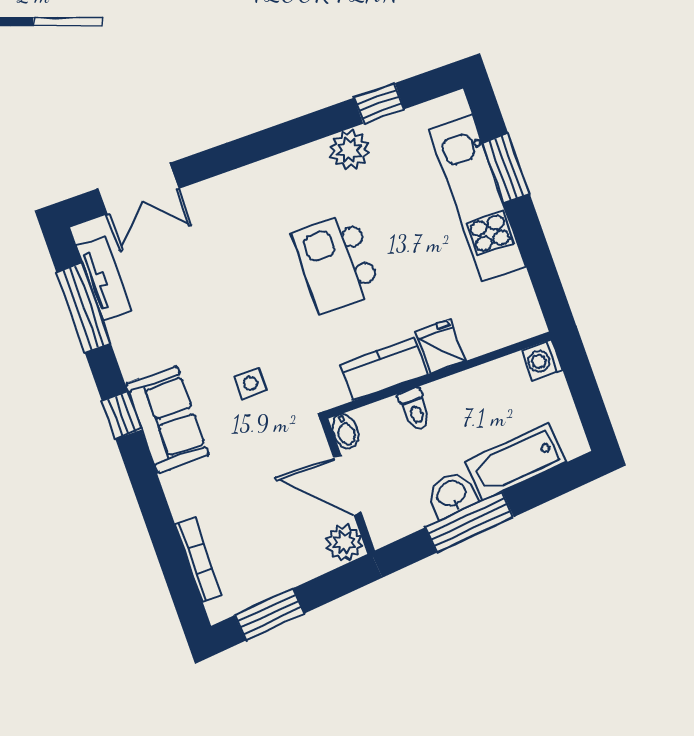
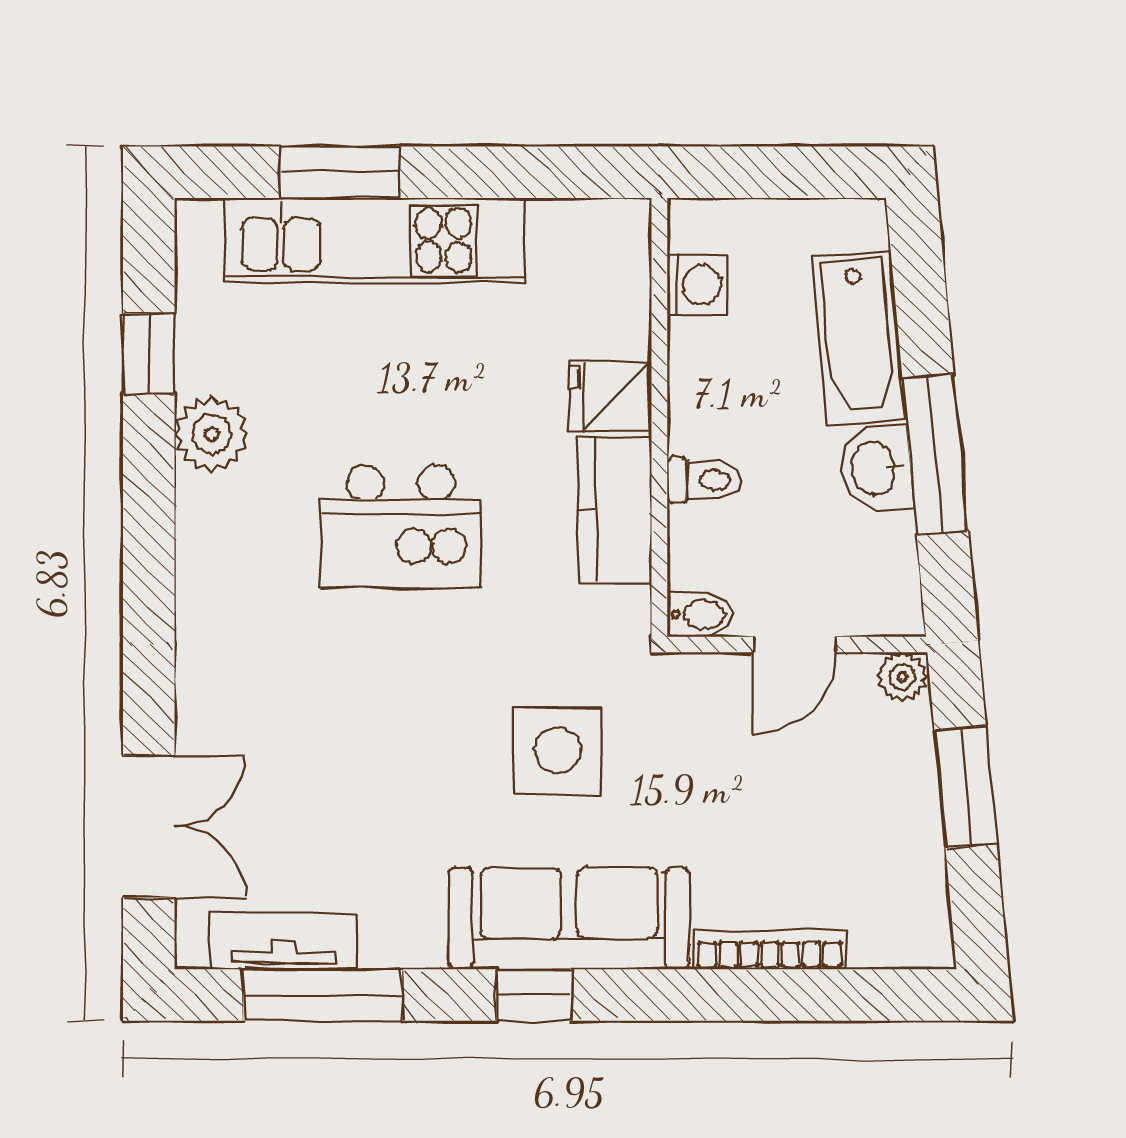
washing machine: (542, 360) -> (697, 285), moved, turned -90
side table: (251, 383) -> (558, 751), width x1.87, depth x1.87
sofa: (167, 419) -> (569, 918), width x1.36
door: (347, 485) -> (795, 644), width x0.73
plant: (344, 543) -> (902, 677), width x0.73, depth x0.73
bookcase: (199, 560) -> (770, 950), moved
window: (269, 614) -> (966, 787), moved

